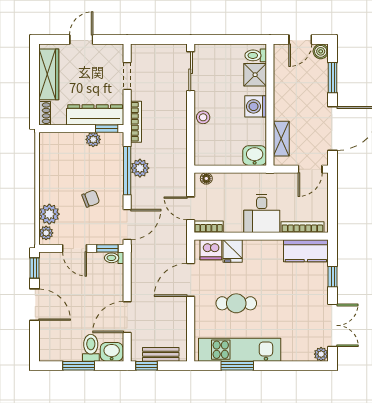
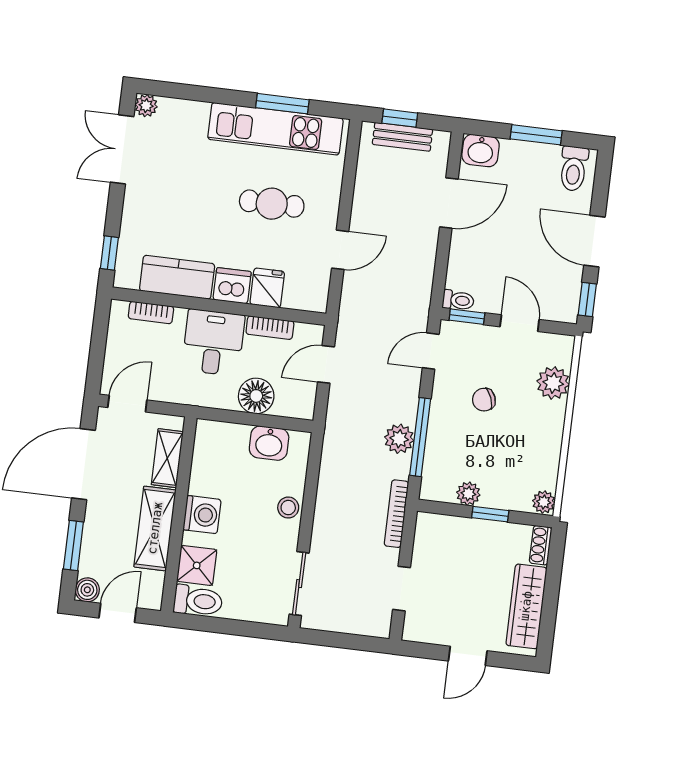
toilet: (256, 55) -> (198, 601), width x1.37, depth x1.39
shelving: (284, 94) -> (155, 528), added
dresser: (95, 115) -> (460, 533), removed
window: (107, 129) -> (490, 514), moved
washbasin: (255, 156) -> (269, 443), moved
floor lamp: (206, 178) -> (256, 396), moved, width x1.89, depth x1.89
door: (191, 208) -> (326, 364), swing flipped
door: (127, 225) -> (431, 351), width x0.73
bookcase: (209, 227) -> (270, 328), moved
bookcase: (302, 227) -> (151, 313), width x0.64
plant: (46, 233) -> (544, 502), moved
dishwasher: (211, 250) -> (232, 286), moved
kitchen counter: (306, 251) -> (177, 277), moved
window: (333, 277) -> (109, 253), moved
door: (191, 280) -> (340, 250), width x0.73
toilet: (91, 348) -> (574, 169), moved
window: (147, 366) -> (400, 118), moved

